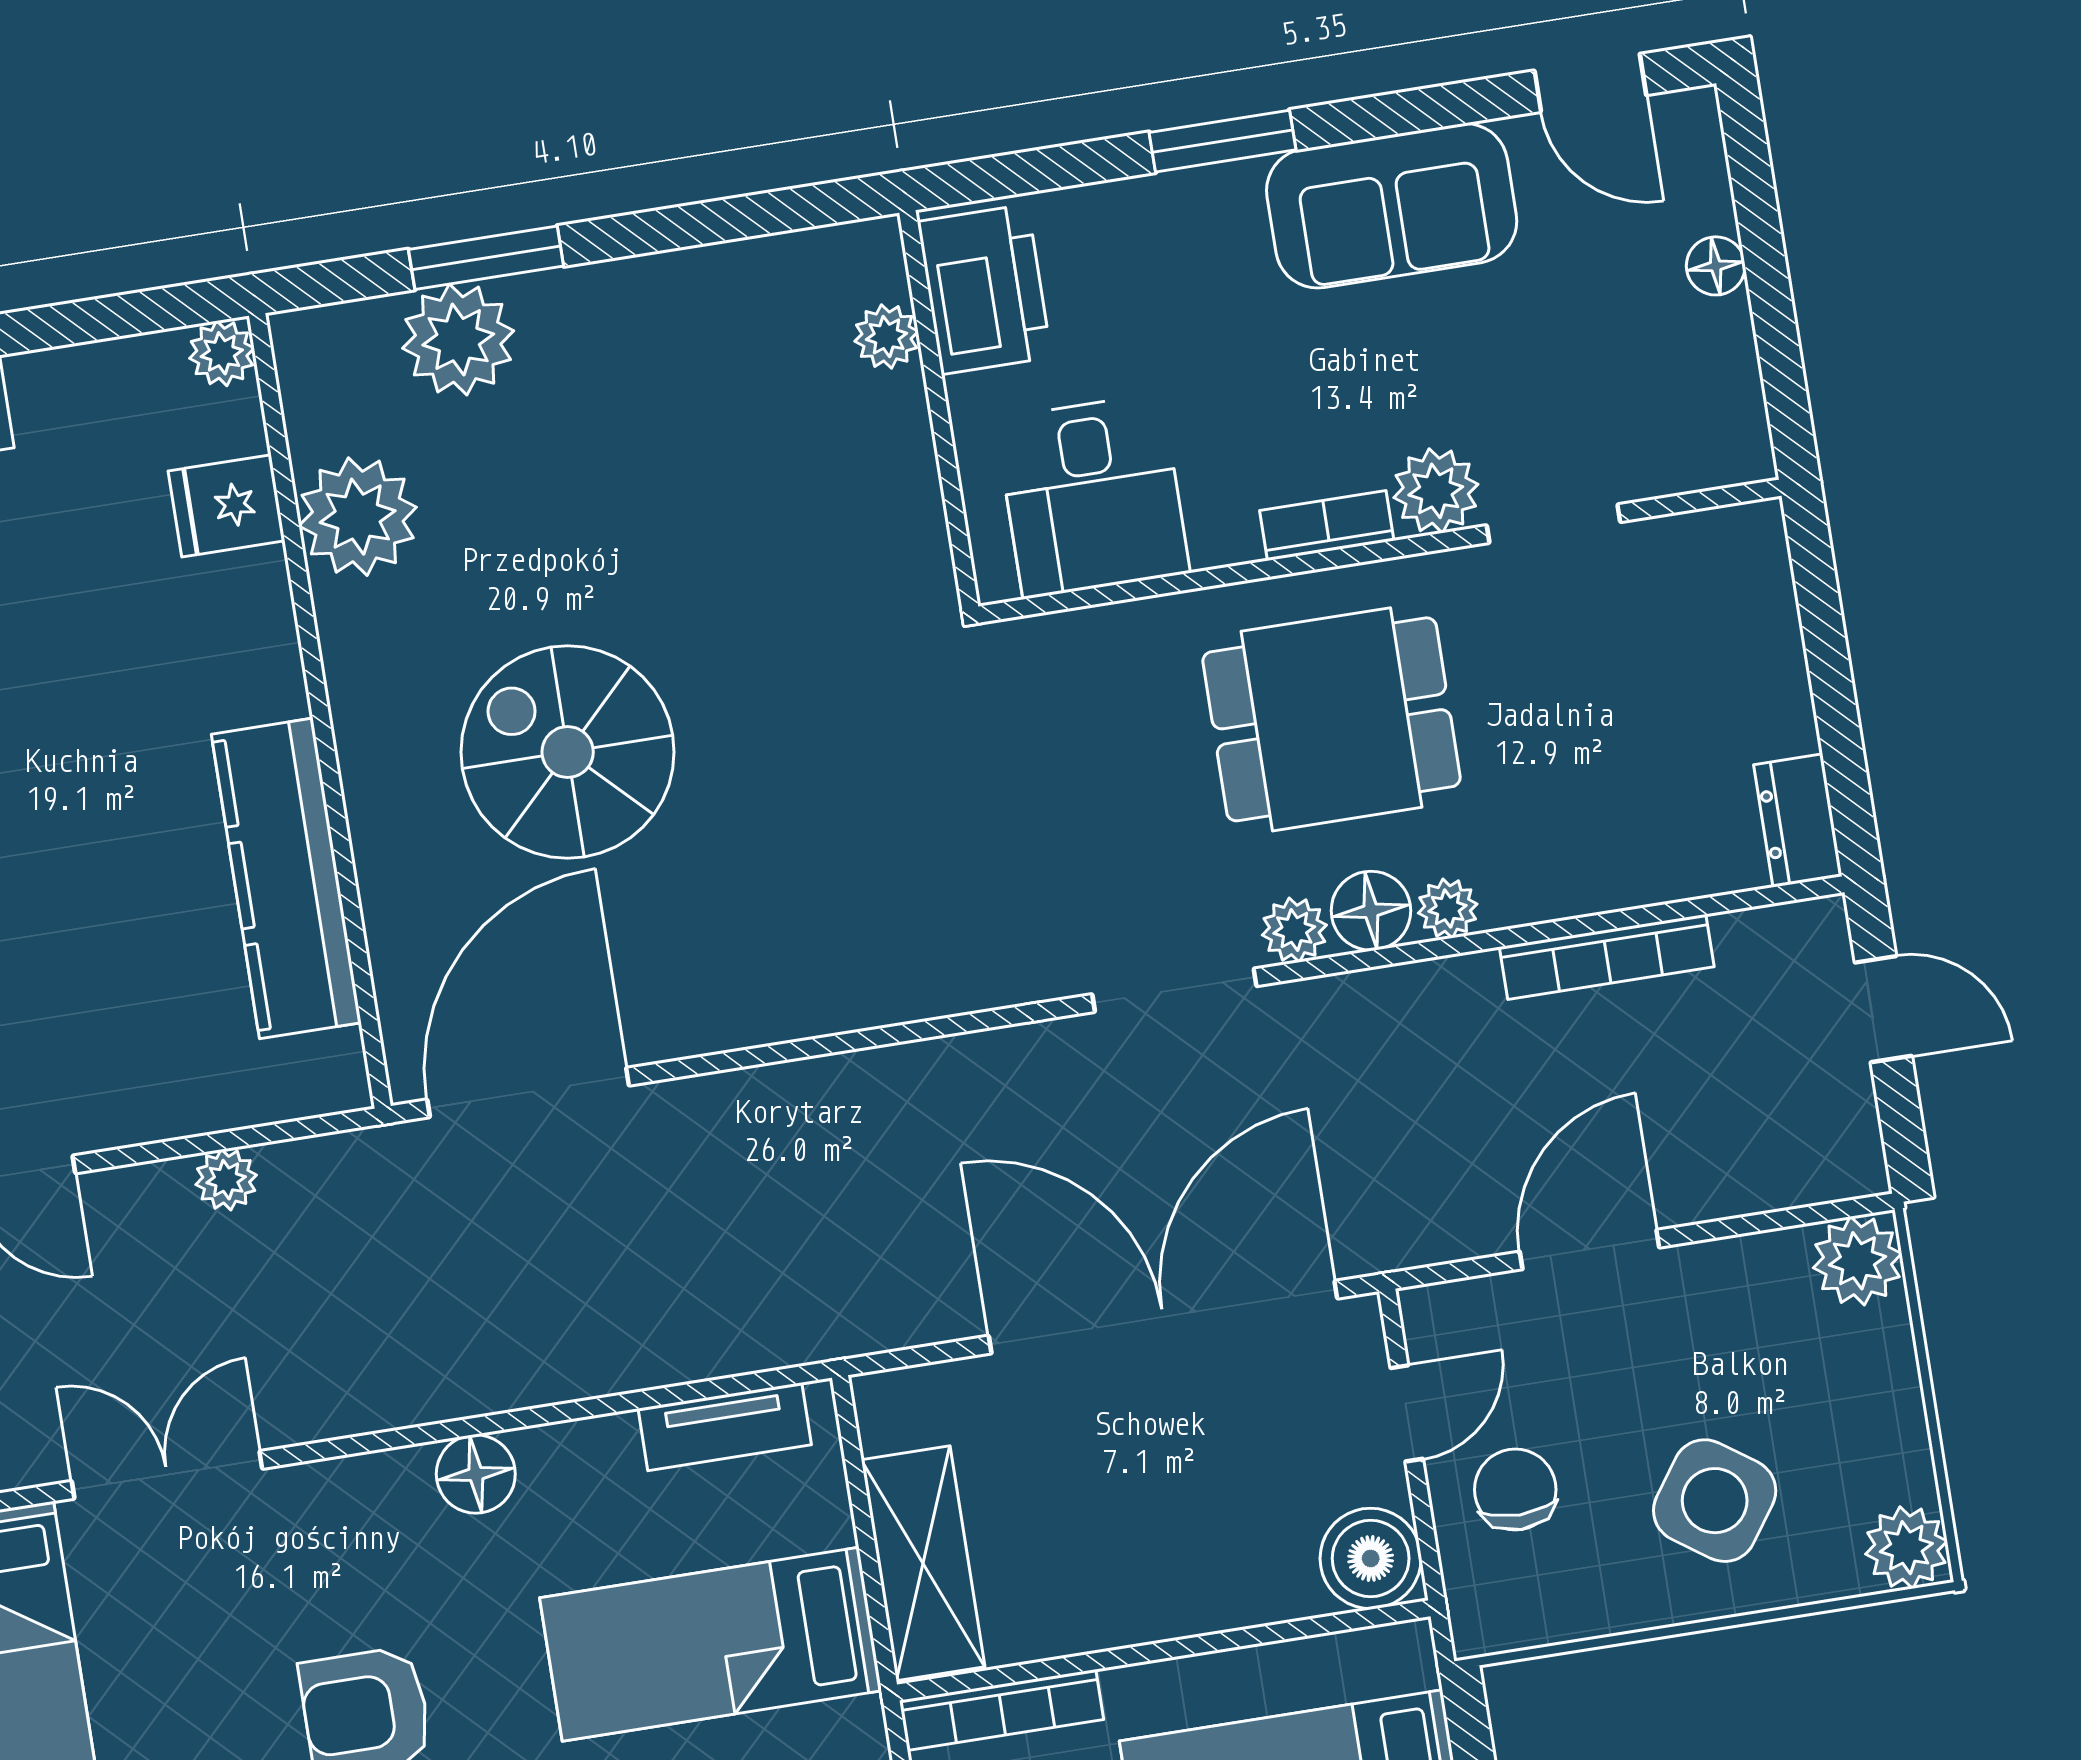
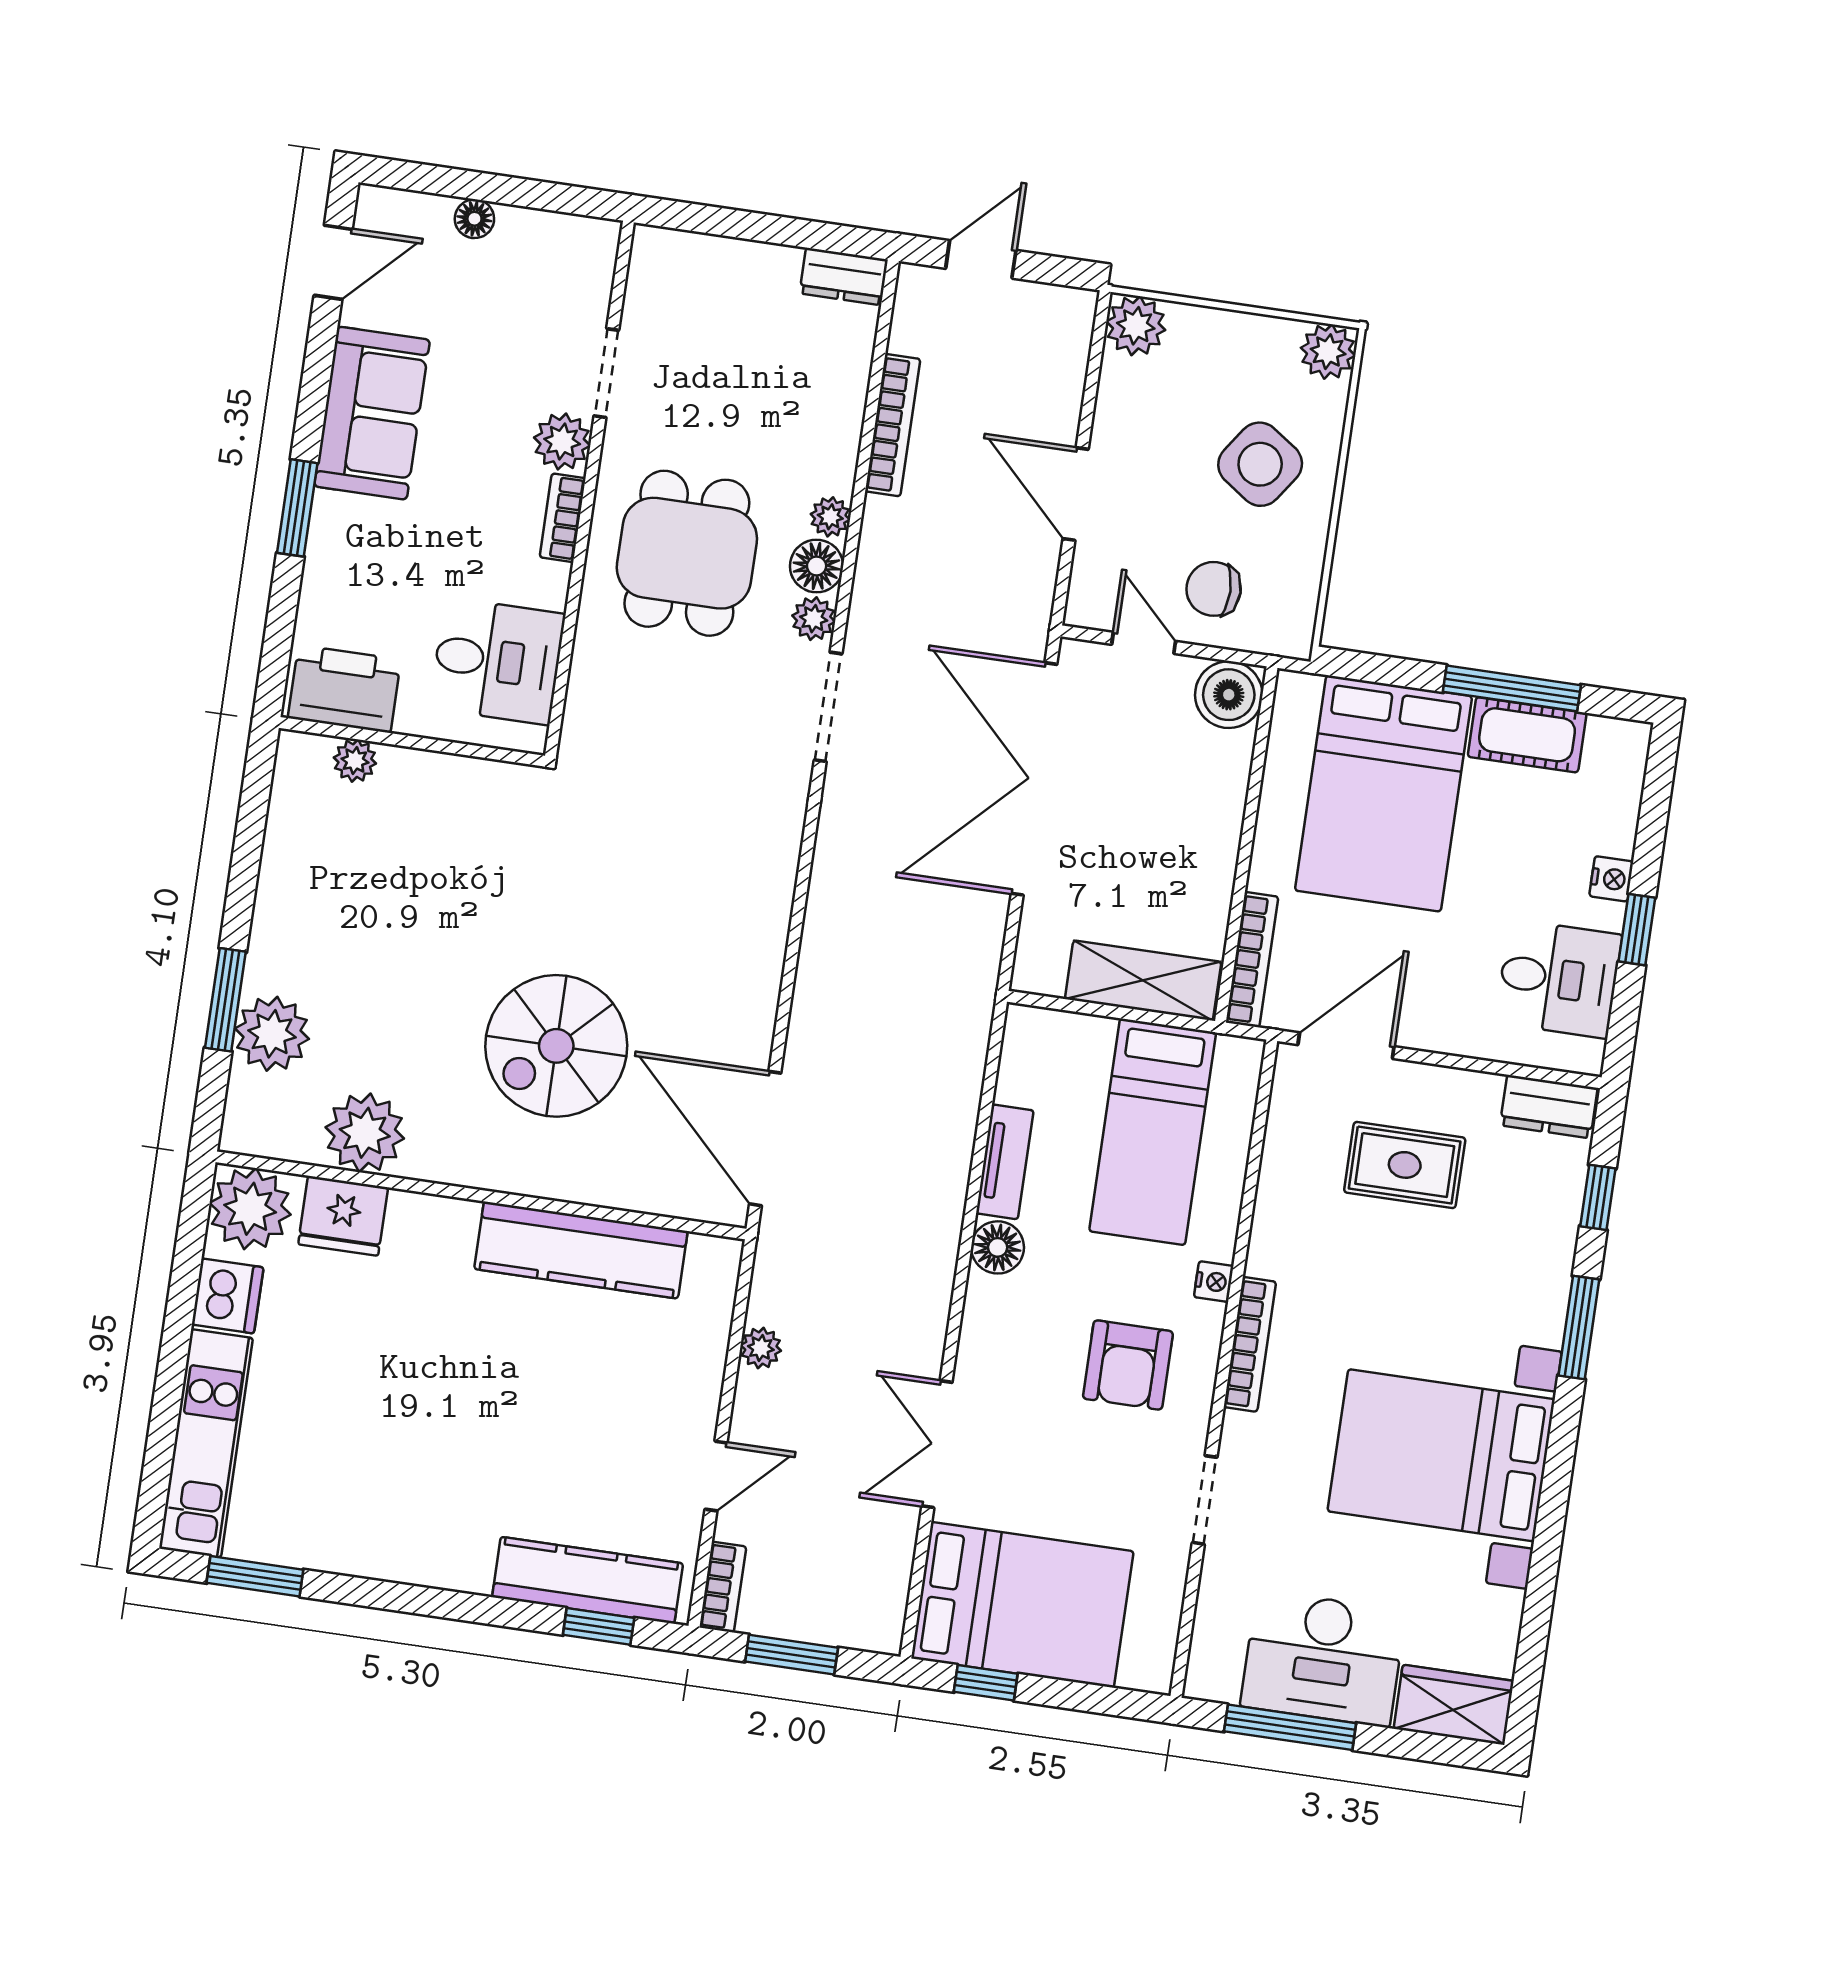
plant: (222, 353) -> (250, 1209), width x1.87, depth x1.87
dishwasher: (63, 393) -> (228, 1296), added
fridge: (226, 506) -> (343, 1216), width x1.38
tv unit: (725, 1427) -> (1005, 1162), moved

